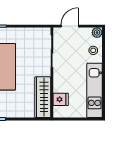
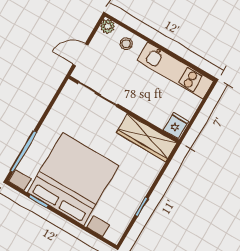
door: (70, 26) -> (80, 55), hinge flipped
fridge: (61, 99) -> (176, 126), moved

